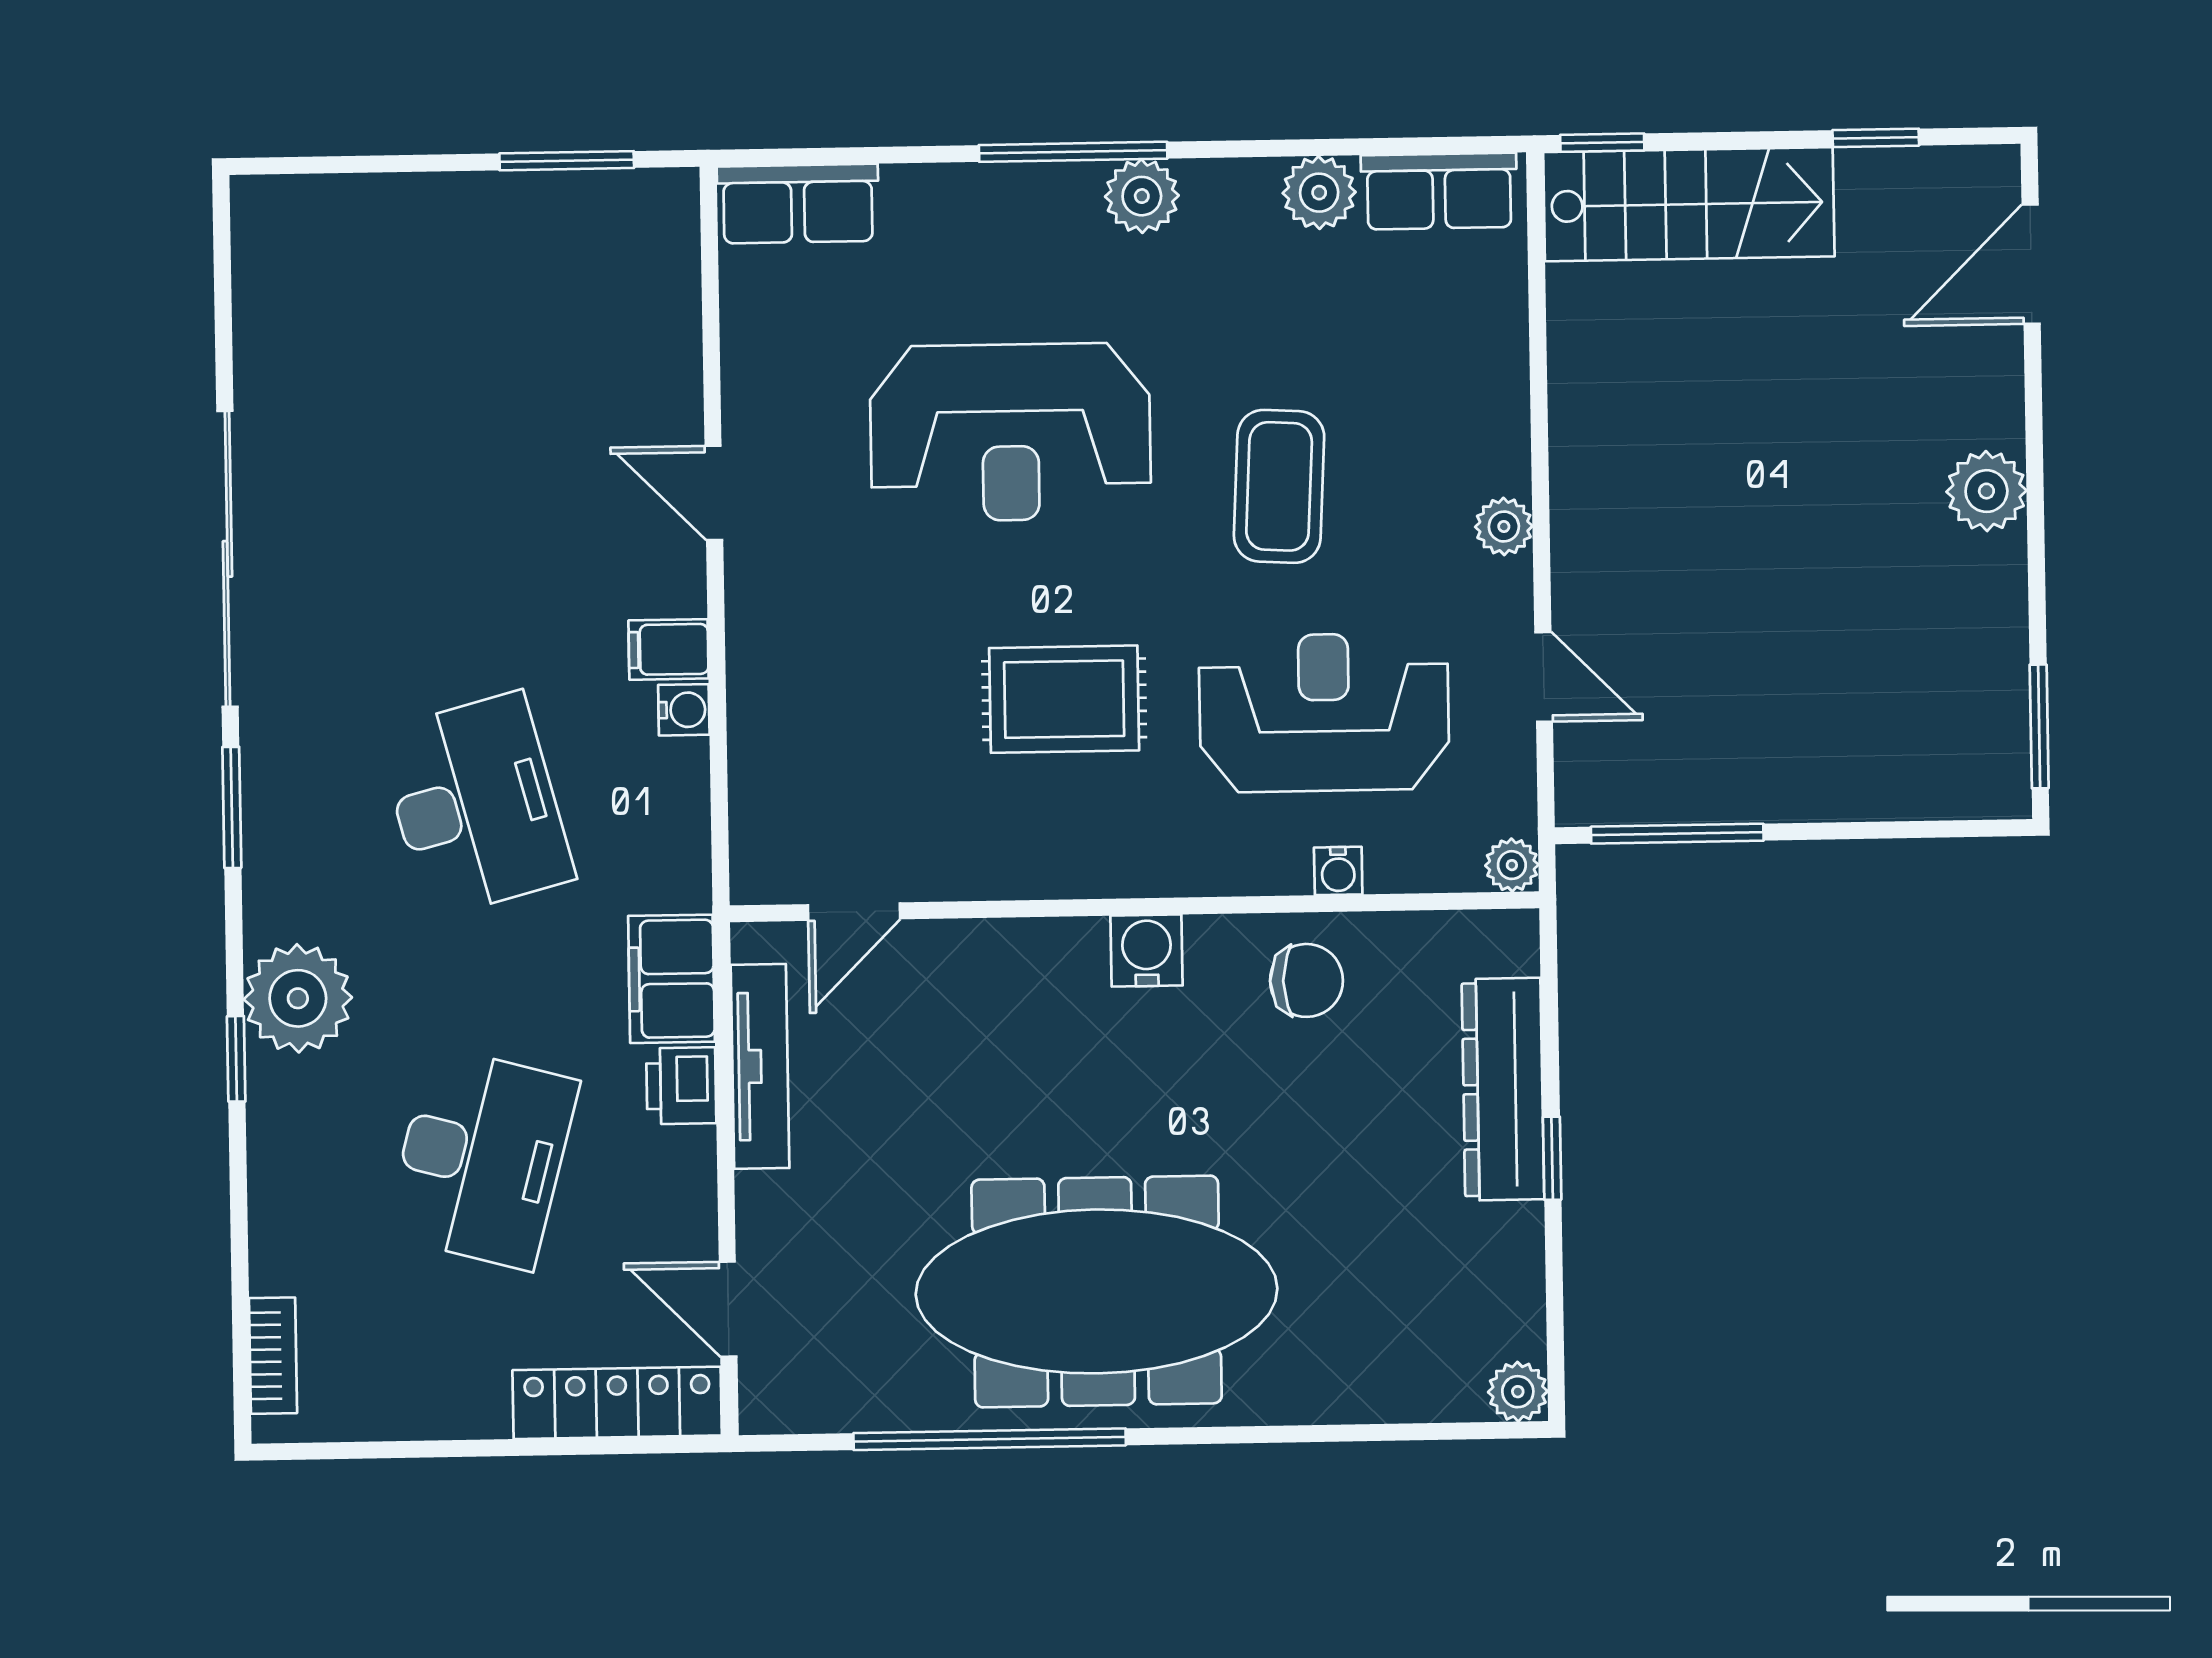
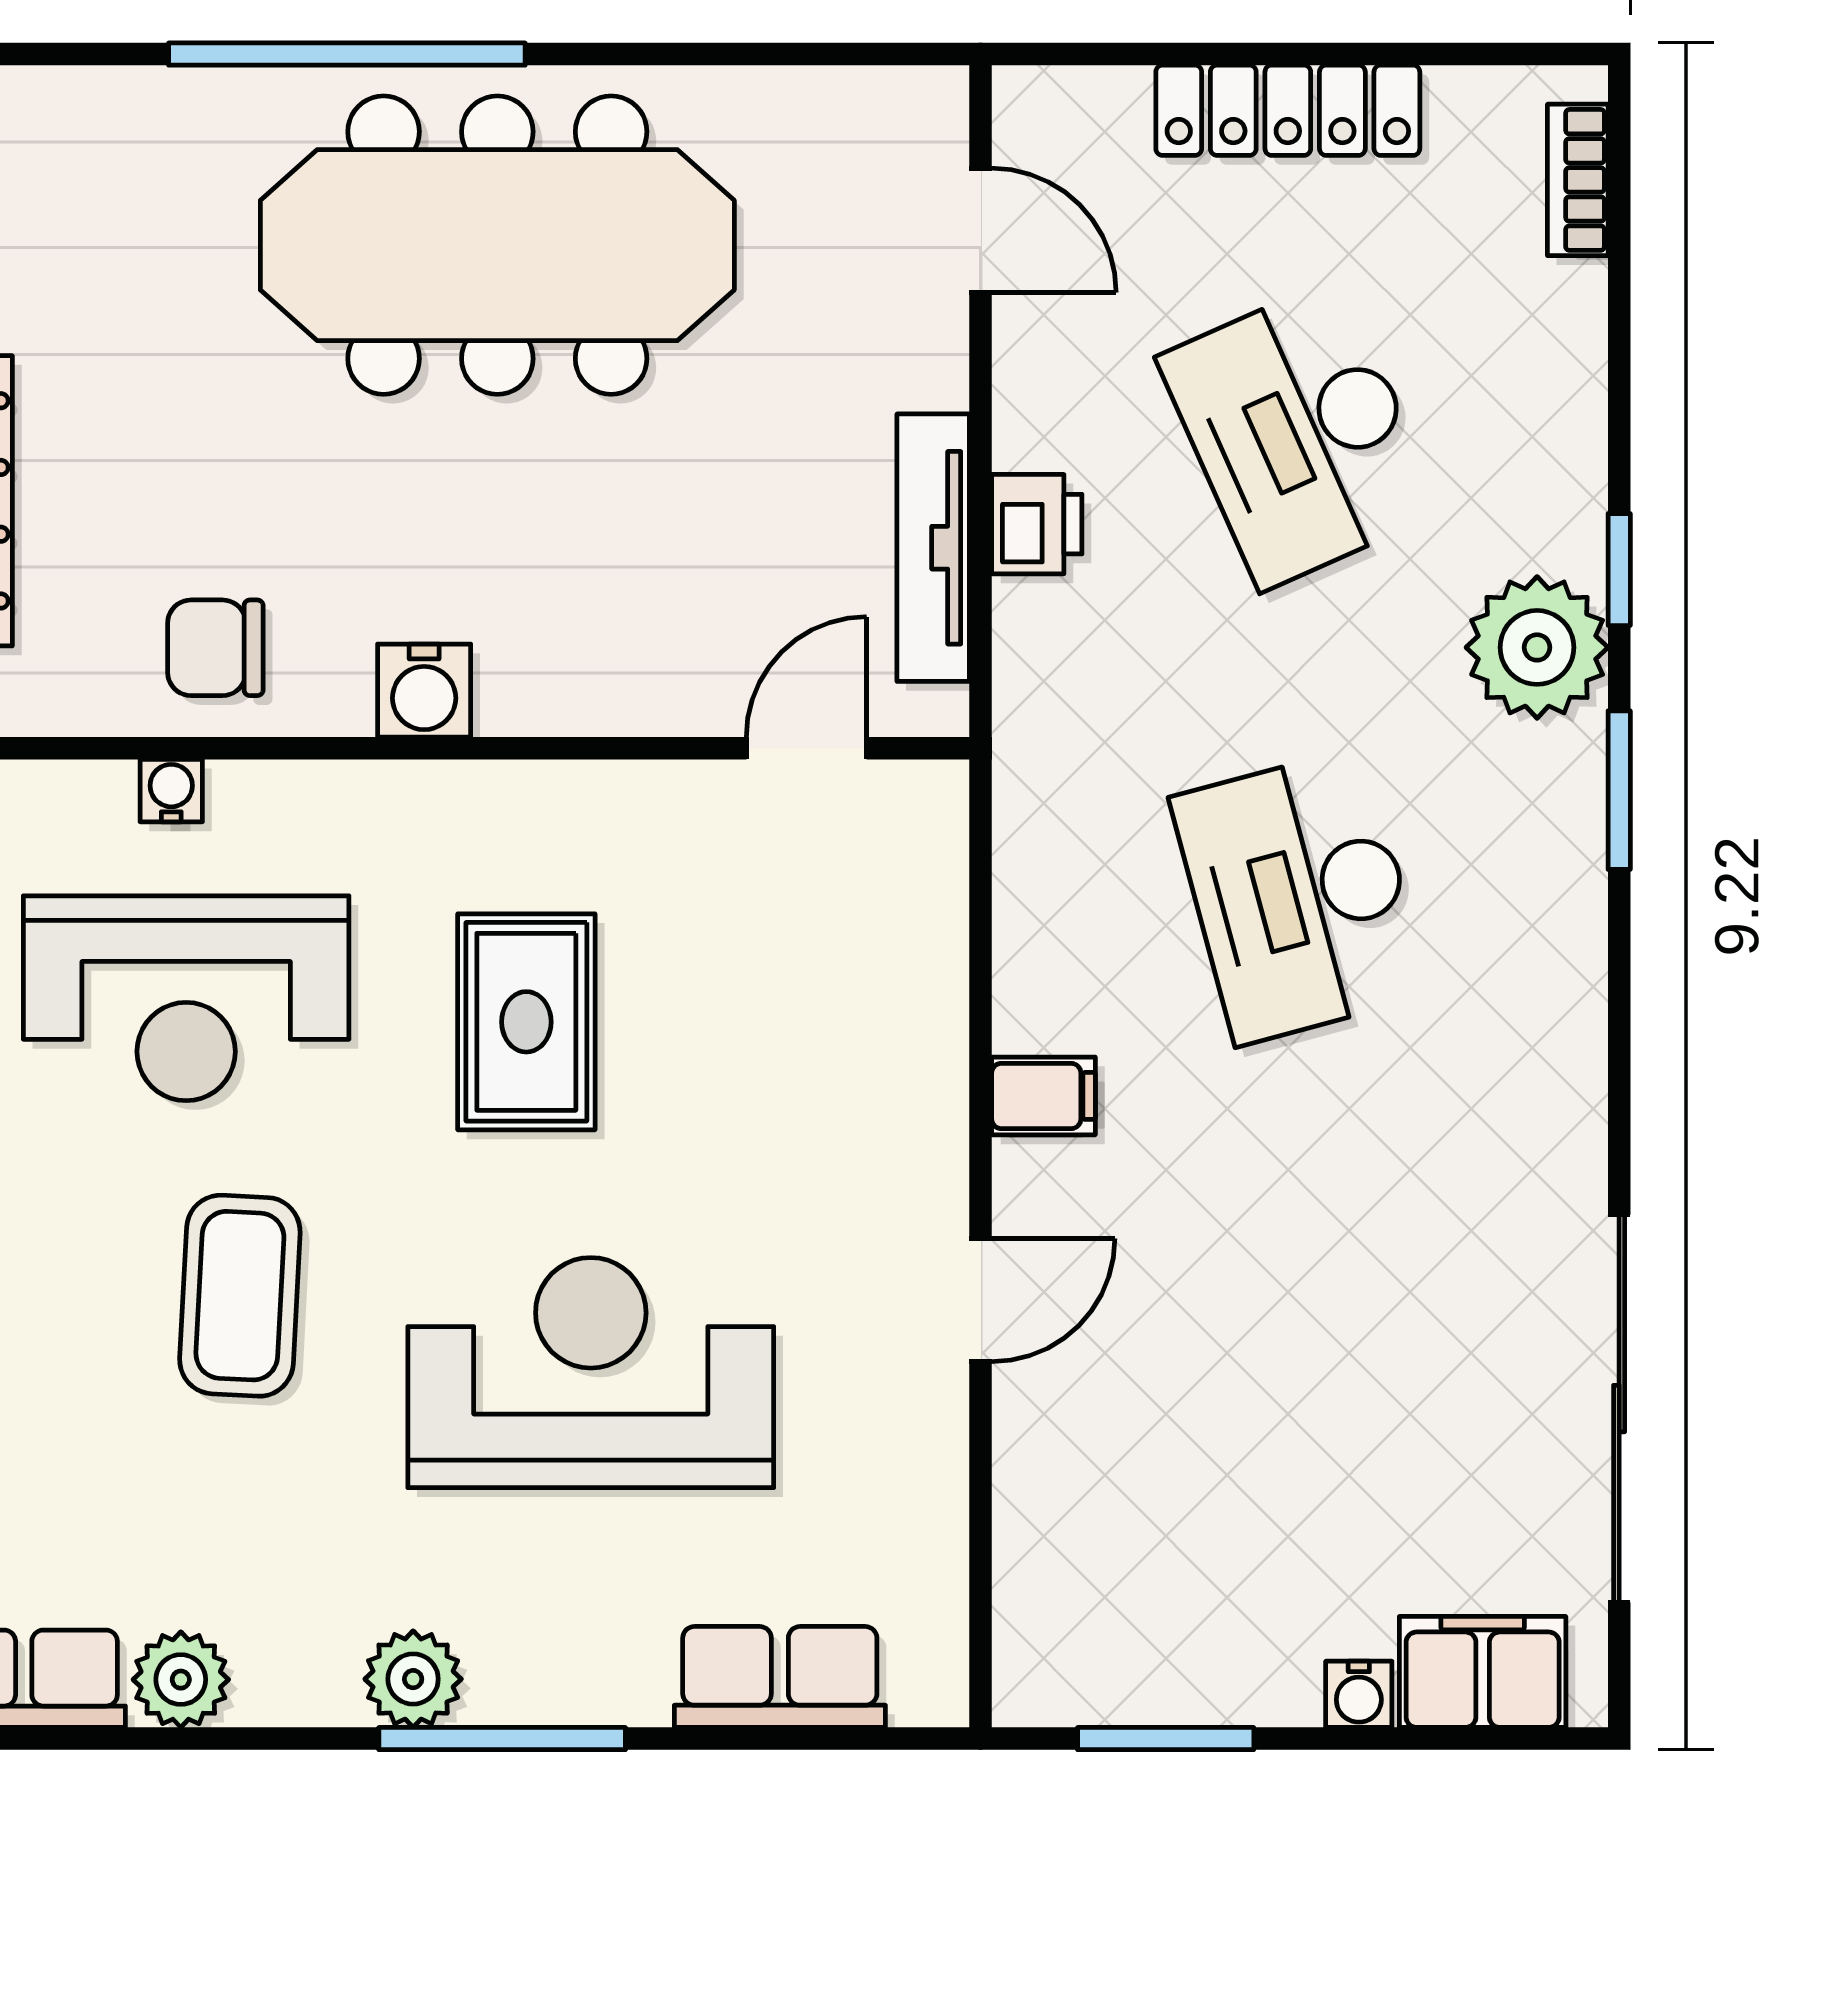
row of seats: (798, 204) -> (780, 1677), moved
door: (714, 493) -> (981, 1300), hinge flipped
sliding door: (227, 559) -> (1619, 1409), moved
rug: (1064, 699) -> (526, 1022), turned 90
water cooler: (684, 710) -> (1359, 1694), moved, turned -90
window: (232, 807) -> (1619, 790), moved
filing cabinet: (671, 979) -> (1483, 1672), moved, turned -90
desk: (482, 1158) -> (1300, 434), turned -39
locker: (617, 1403) -> (1288, 110), moved
window: (990, 1439) -> (347, 54), moved

